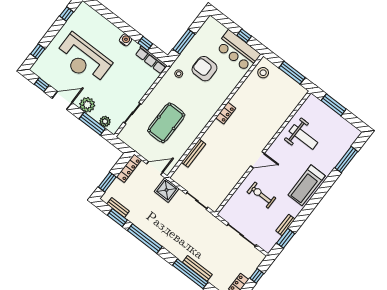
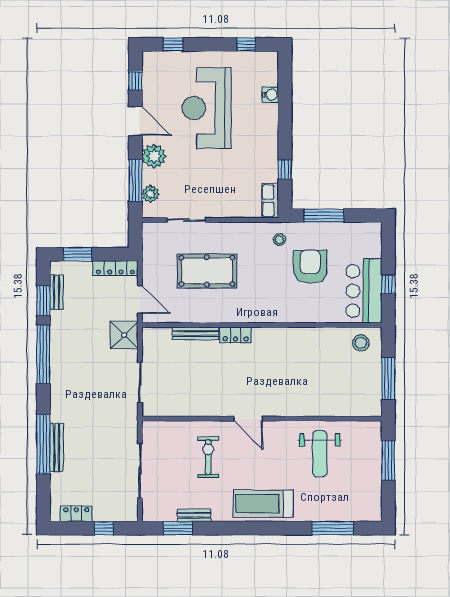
water cooler: (125, 40) -> (270, 95), moved
row of seats: (151, 60) -> (270, 201), width x0.68
locker: (226, 113) -> (236, 335), moved

